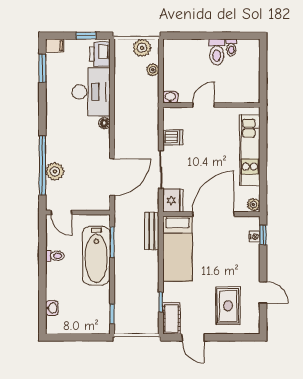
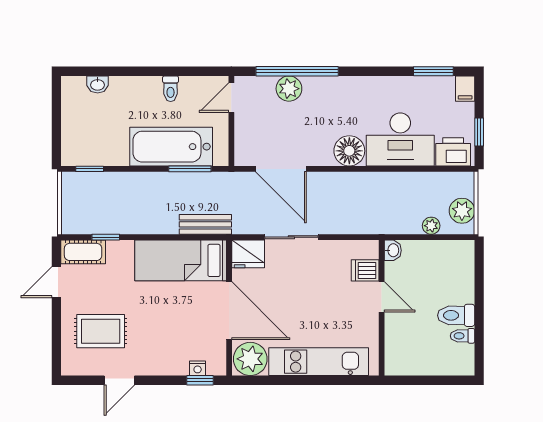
floor lamp: (104, 123) -> (349, 151), width x1.89, depth x1.89
dishwasher: (173, 137) -> (365, 270), moved, turned 90
plant: (253, 205) -> (250, 359), width x1.87, depth x1.87

